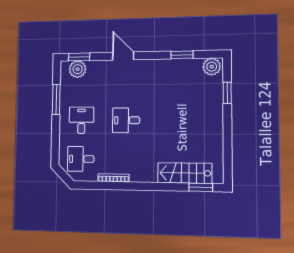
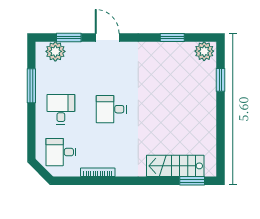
window: (79, 57) -> (69, 38), moved

